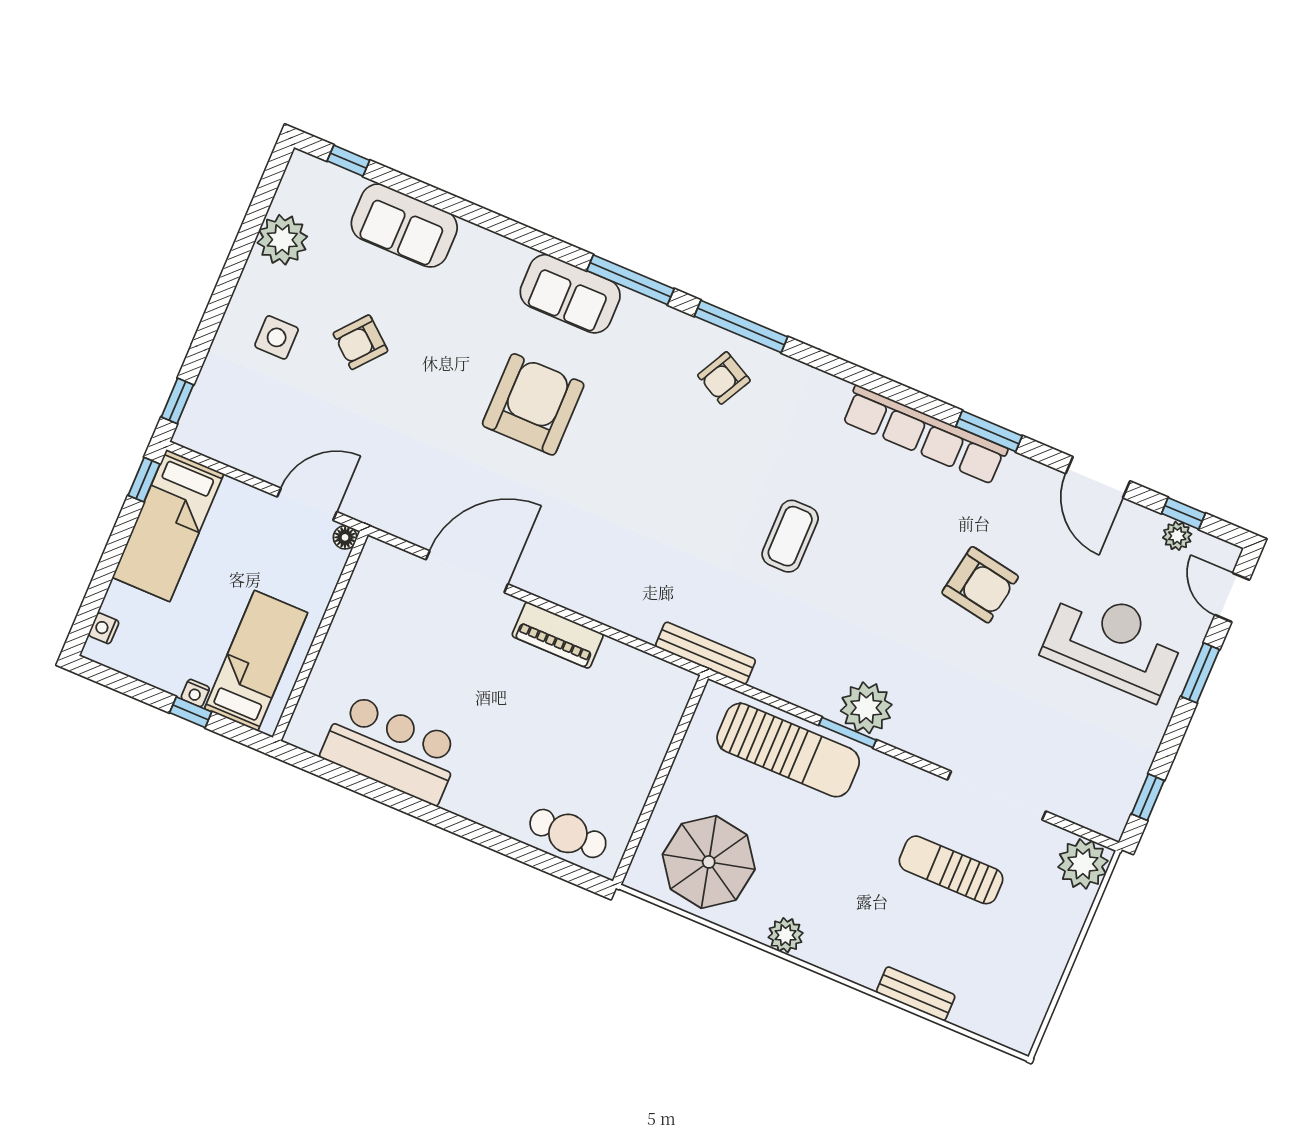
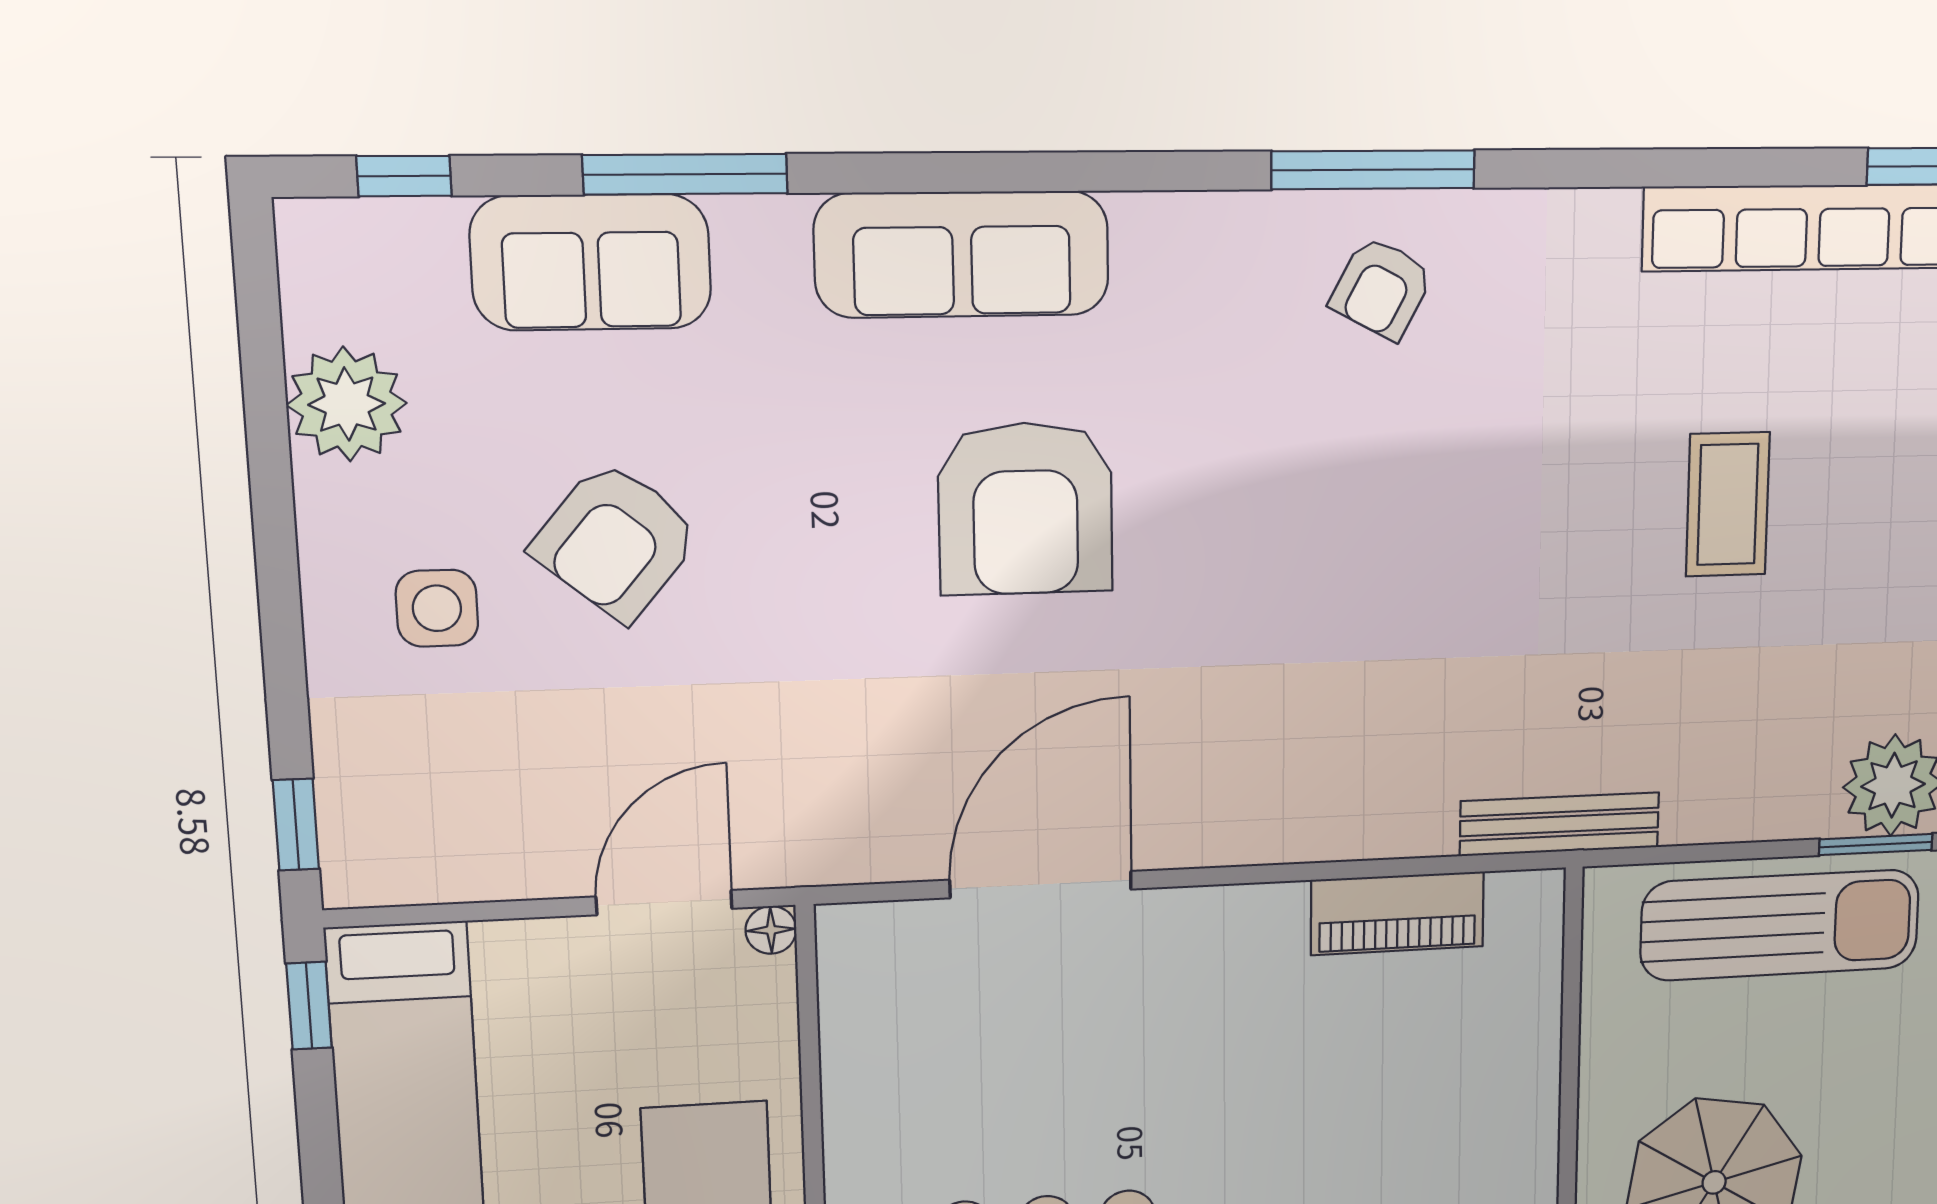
window: (630, 280) -> (685, 174), moved
sofa: (570, 294) -> (962, 254), width x1.36
armchair: (360, 342) -> (616, 541), width x1.38, depth x1.38
armchair: (533, 404) -> (1025, 508), turned 180
coffee table: (790, 536) -> (1728, 504), moved
piano: (558, 635) -> (1397, 913), moved

